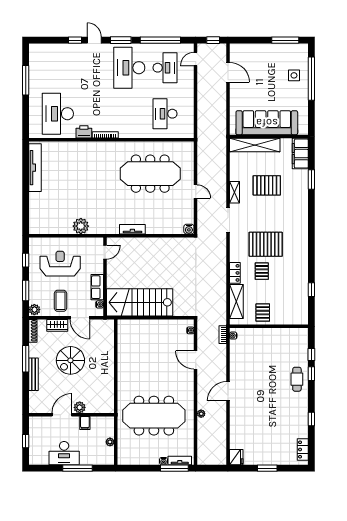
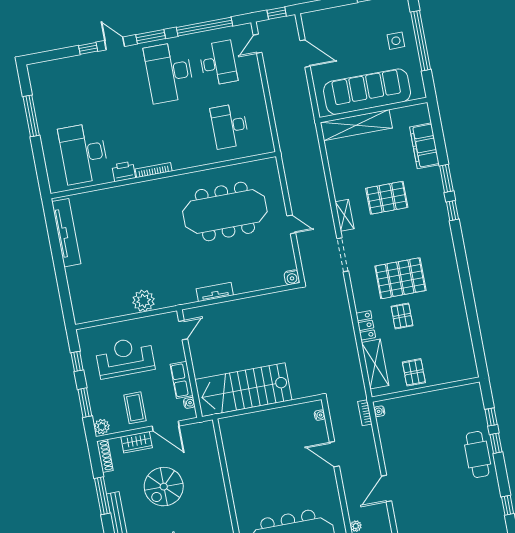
sofa: (267, 123) -> (367, 92), moved
wall: (269, 137) -> (373, 110), moved
shelving: (255, 145) -> (356, 125), moved
window: (311, 290) -> (452, 211), moved
cafe table: (297, 379) -> (478, 454), width x1.37, depth x1.35

